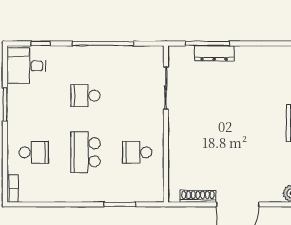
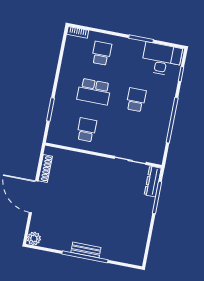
dresser: (214, 53) -> (153, 181), moved
desk: (26, 66) -> (162, 59), width x1.37
school desk: (34, 152) -> (101, 53), turned 180
school desk: (85, 152) -> (94, 92), turned 180

